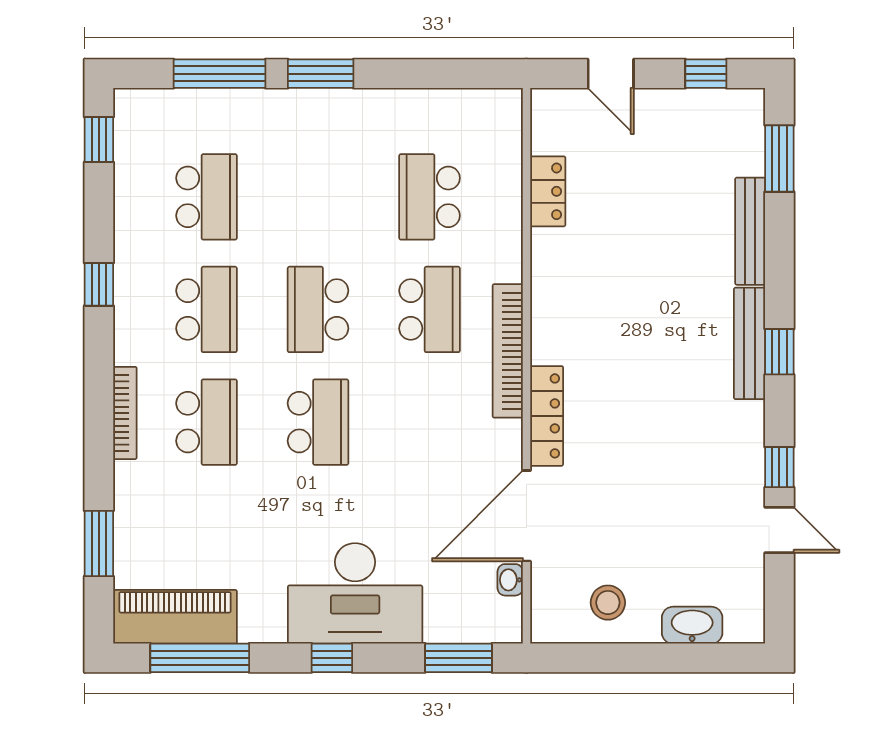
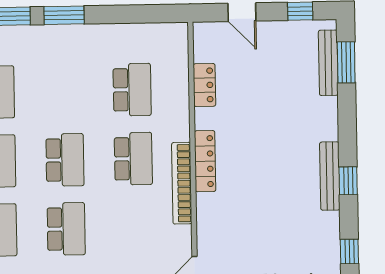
school desk: (430, 197) -> (132, 90), turned 180
bench: (750, 231) -> (328, 63), moved
school desk: (318, 309) -> (65, 160), turned 180
locker: (547, 416) -> (205, 161), moved

